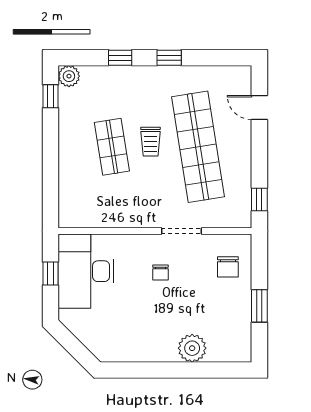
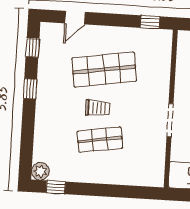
window: (120, 58) -> (33, 48), moved
shop shelf: (198, 147) -> (104, 70), width x0.71
doorway: (182, 231) -> (170, 120), moved

